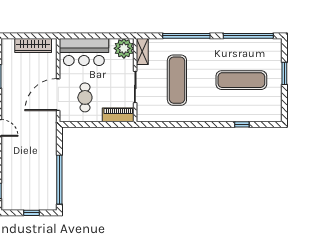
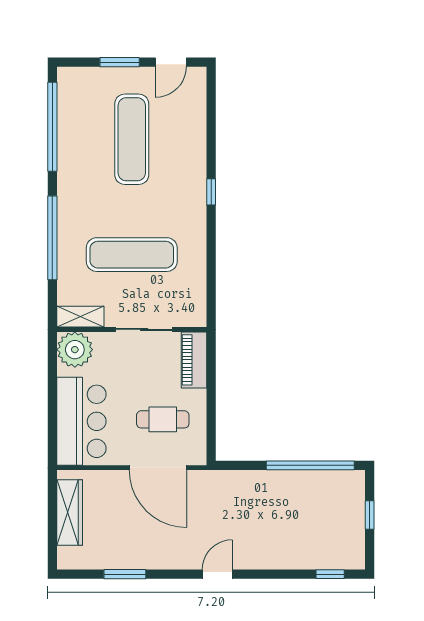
door: (284, 102) -> (171, 62), added
window: (242, 124) -> (211, 192), moved

